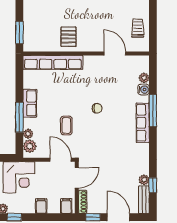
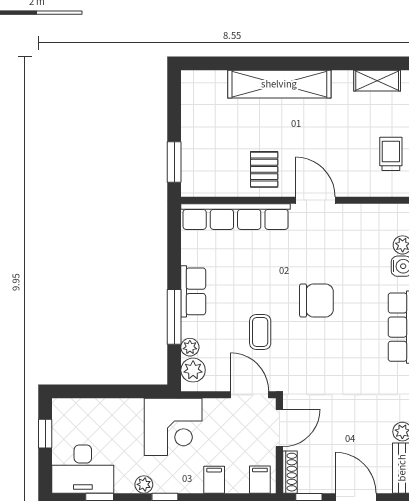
door: (115, 53) -> (315, 200), moved
chair: (97, 108) -> (316, 300), width x1.87, depth x1.87

